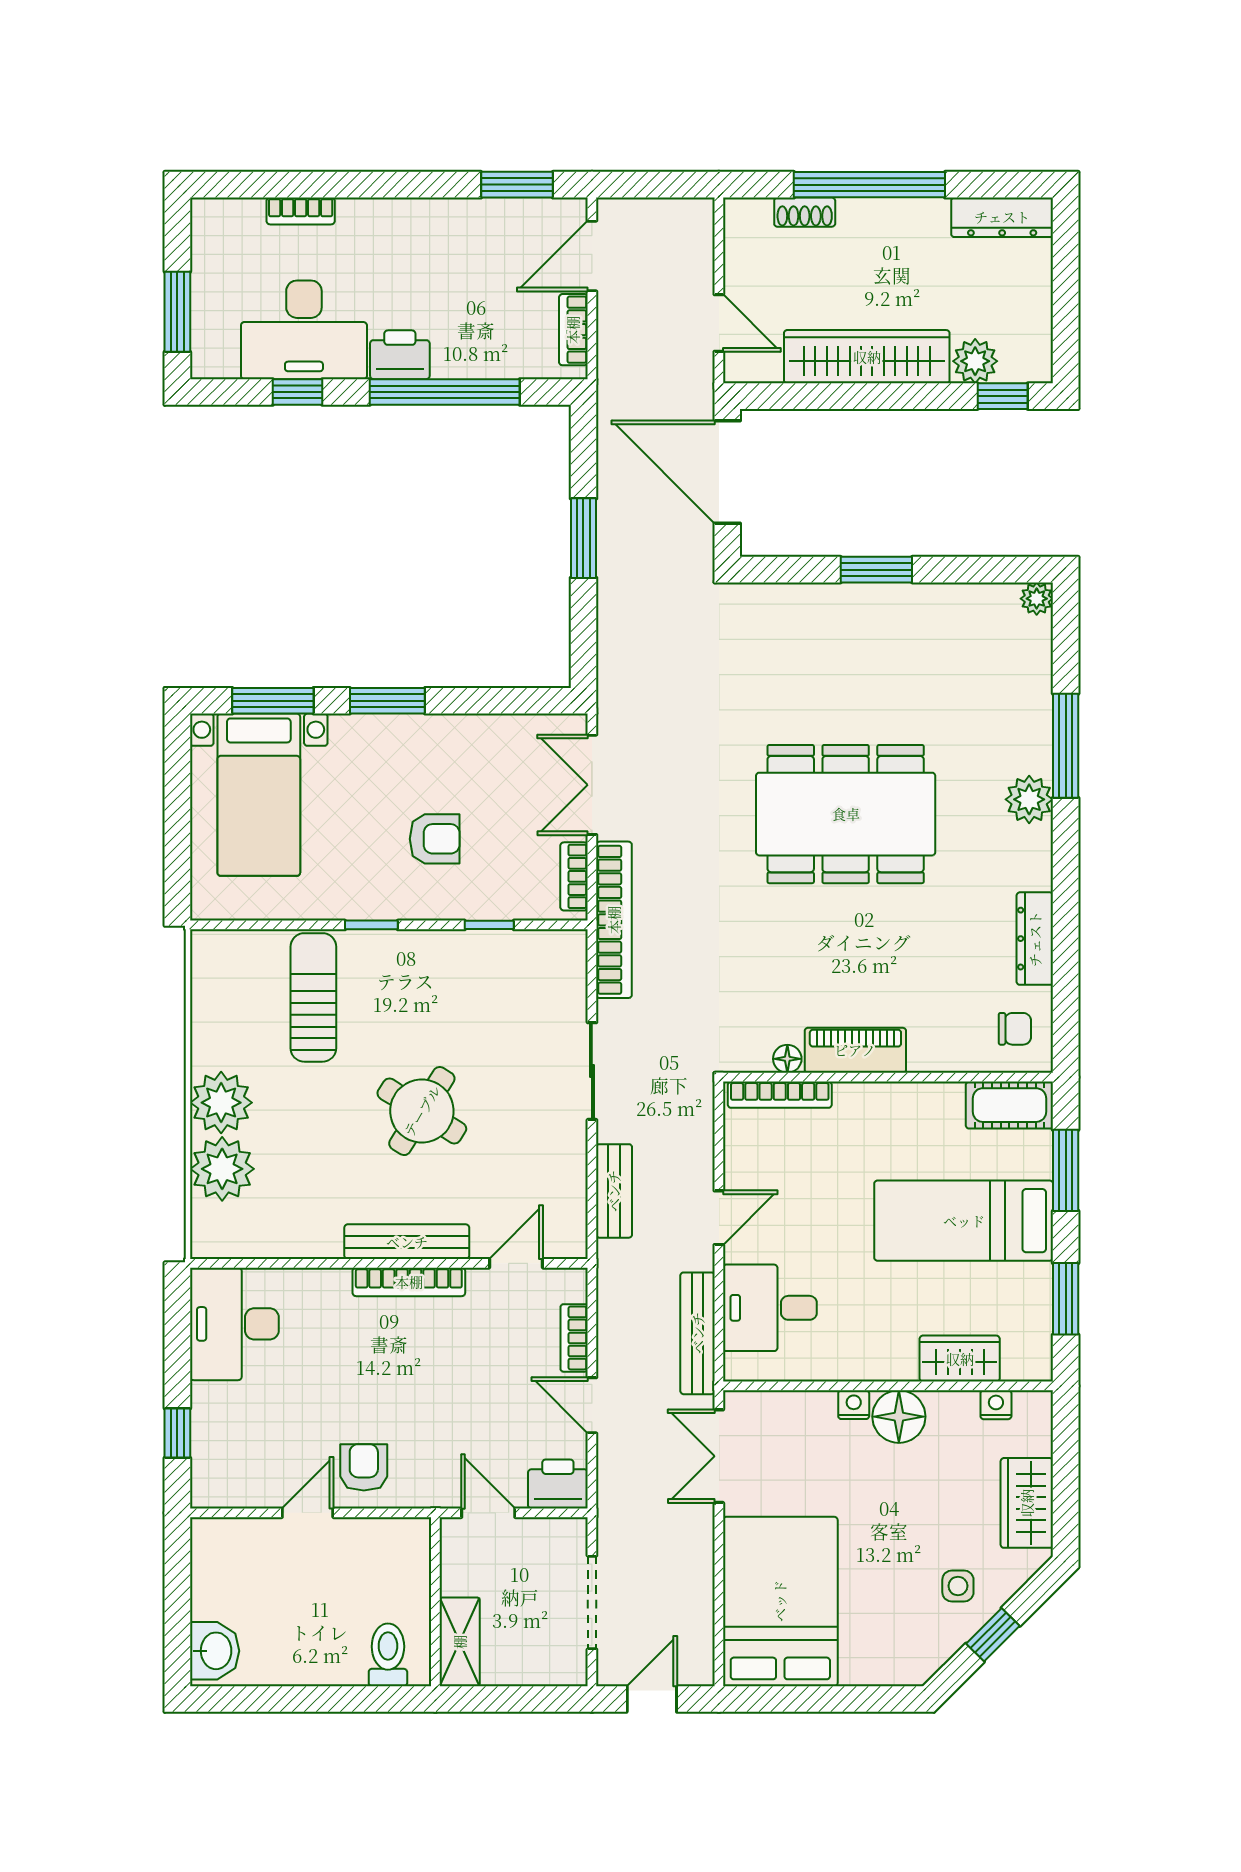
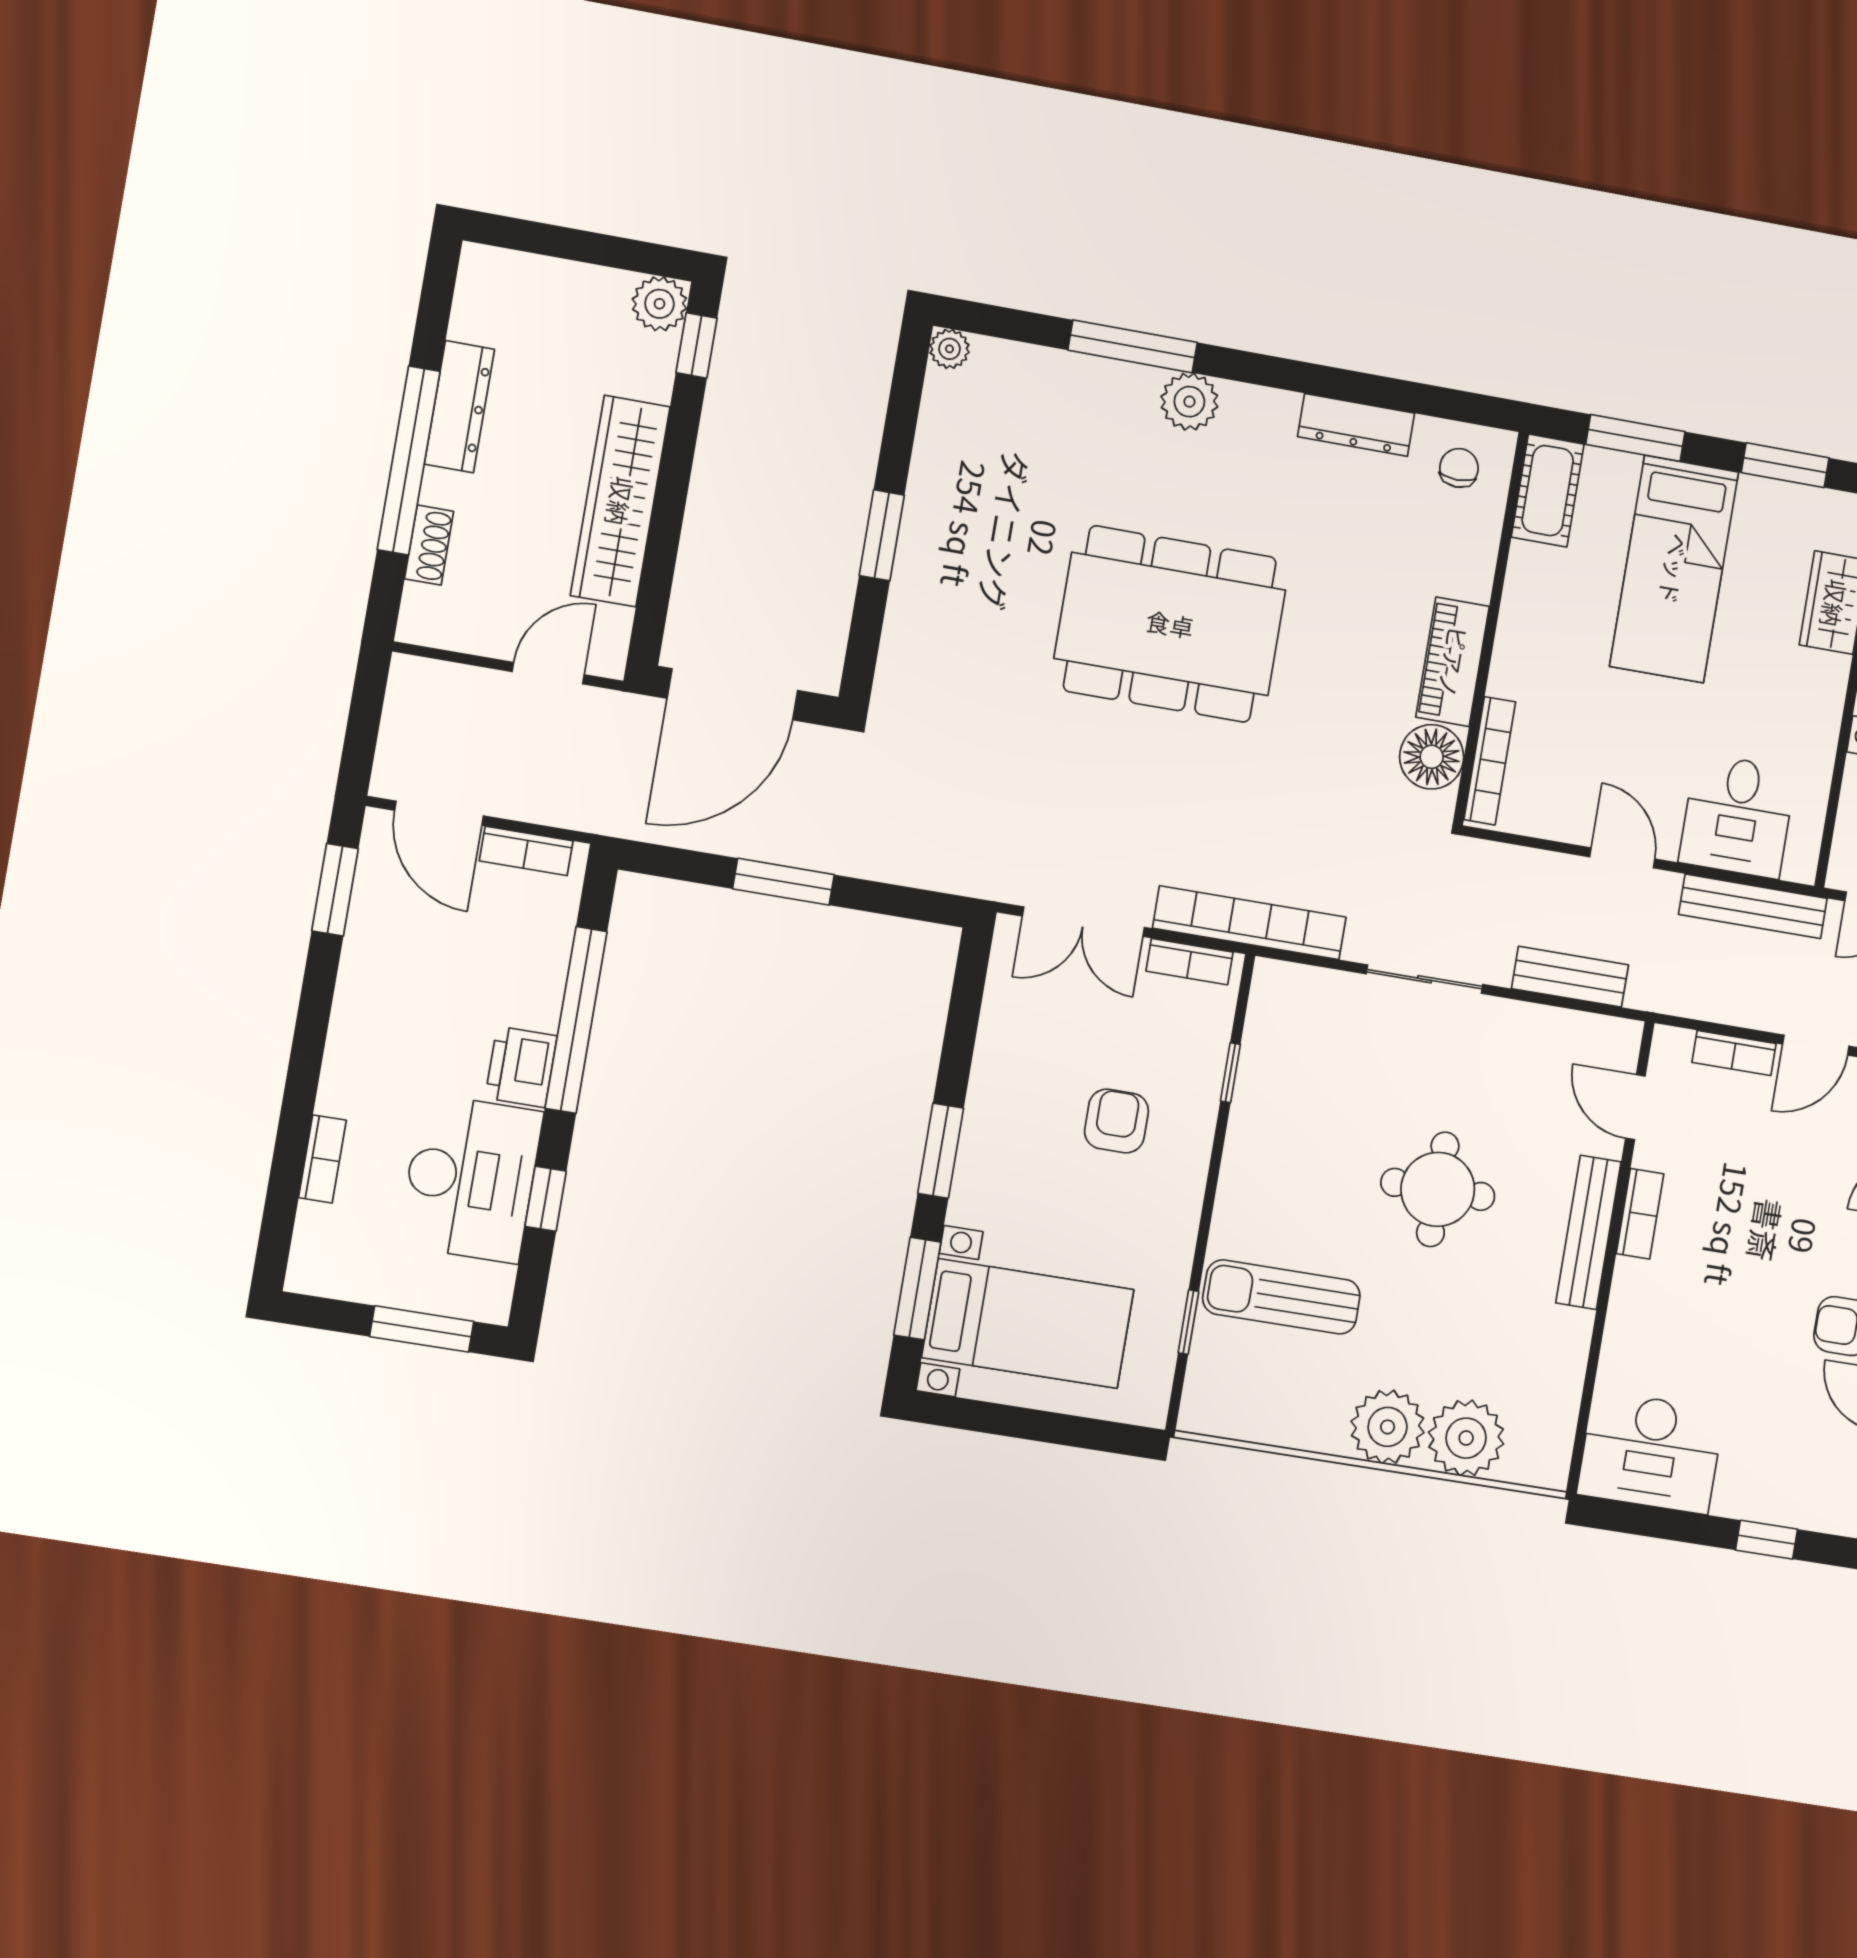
dresser: (1002, 217) -> (459, 407), moved
plant: (975, 361) -> (659, 304), moved
dining table: (846, 814) -> (1170, 624), turned 90
window: (371, 925) -> (1188, 1322), moved
floor lamp: (787, 1059) -> (1432, 757), width x1.89, depth x1.89
round table: (422, 1111) -> (1438, 1189), turned -32
bookcase: (409, 1282) -> (1640, 1214), width x0.64

